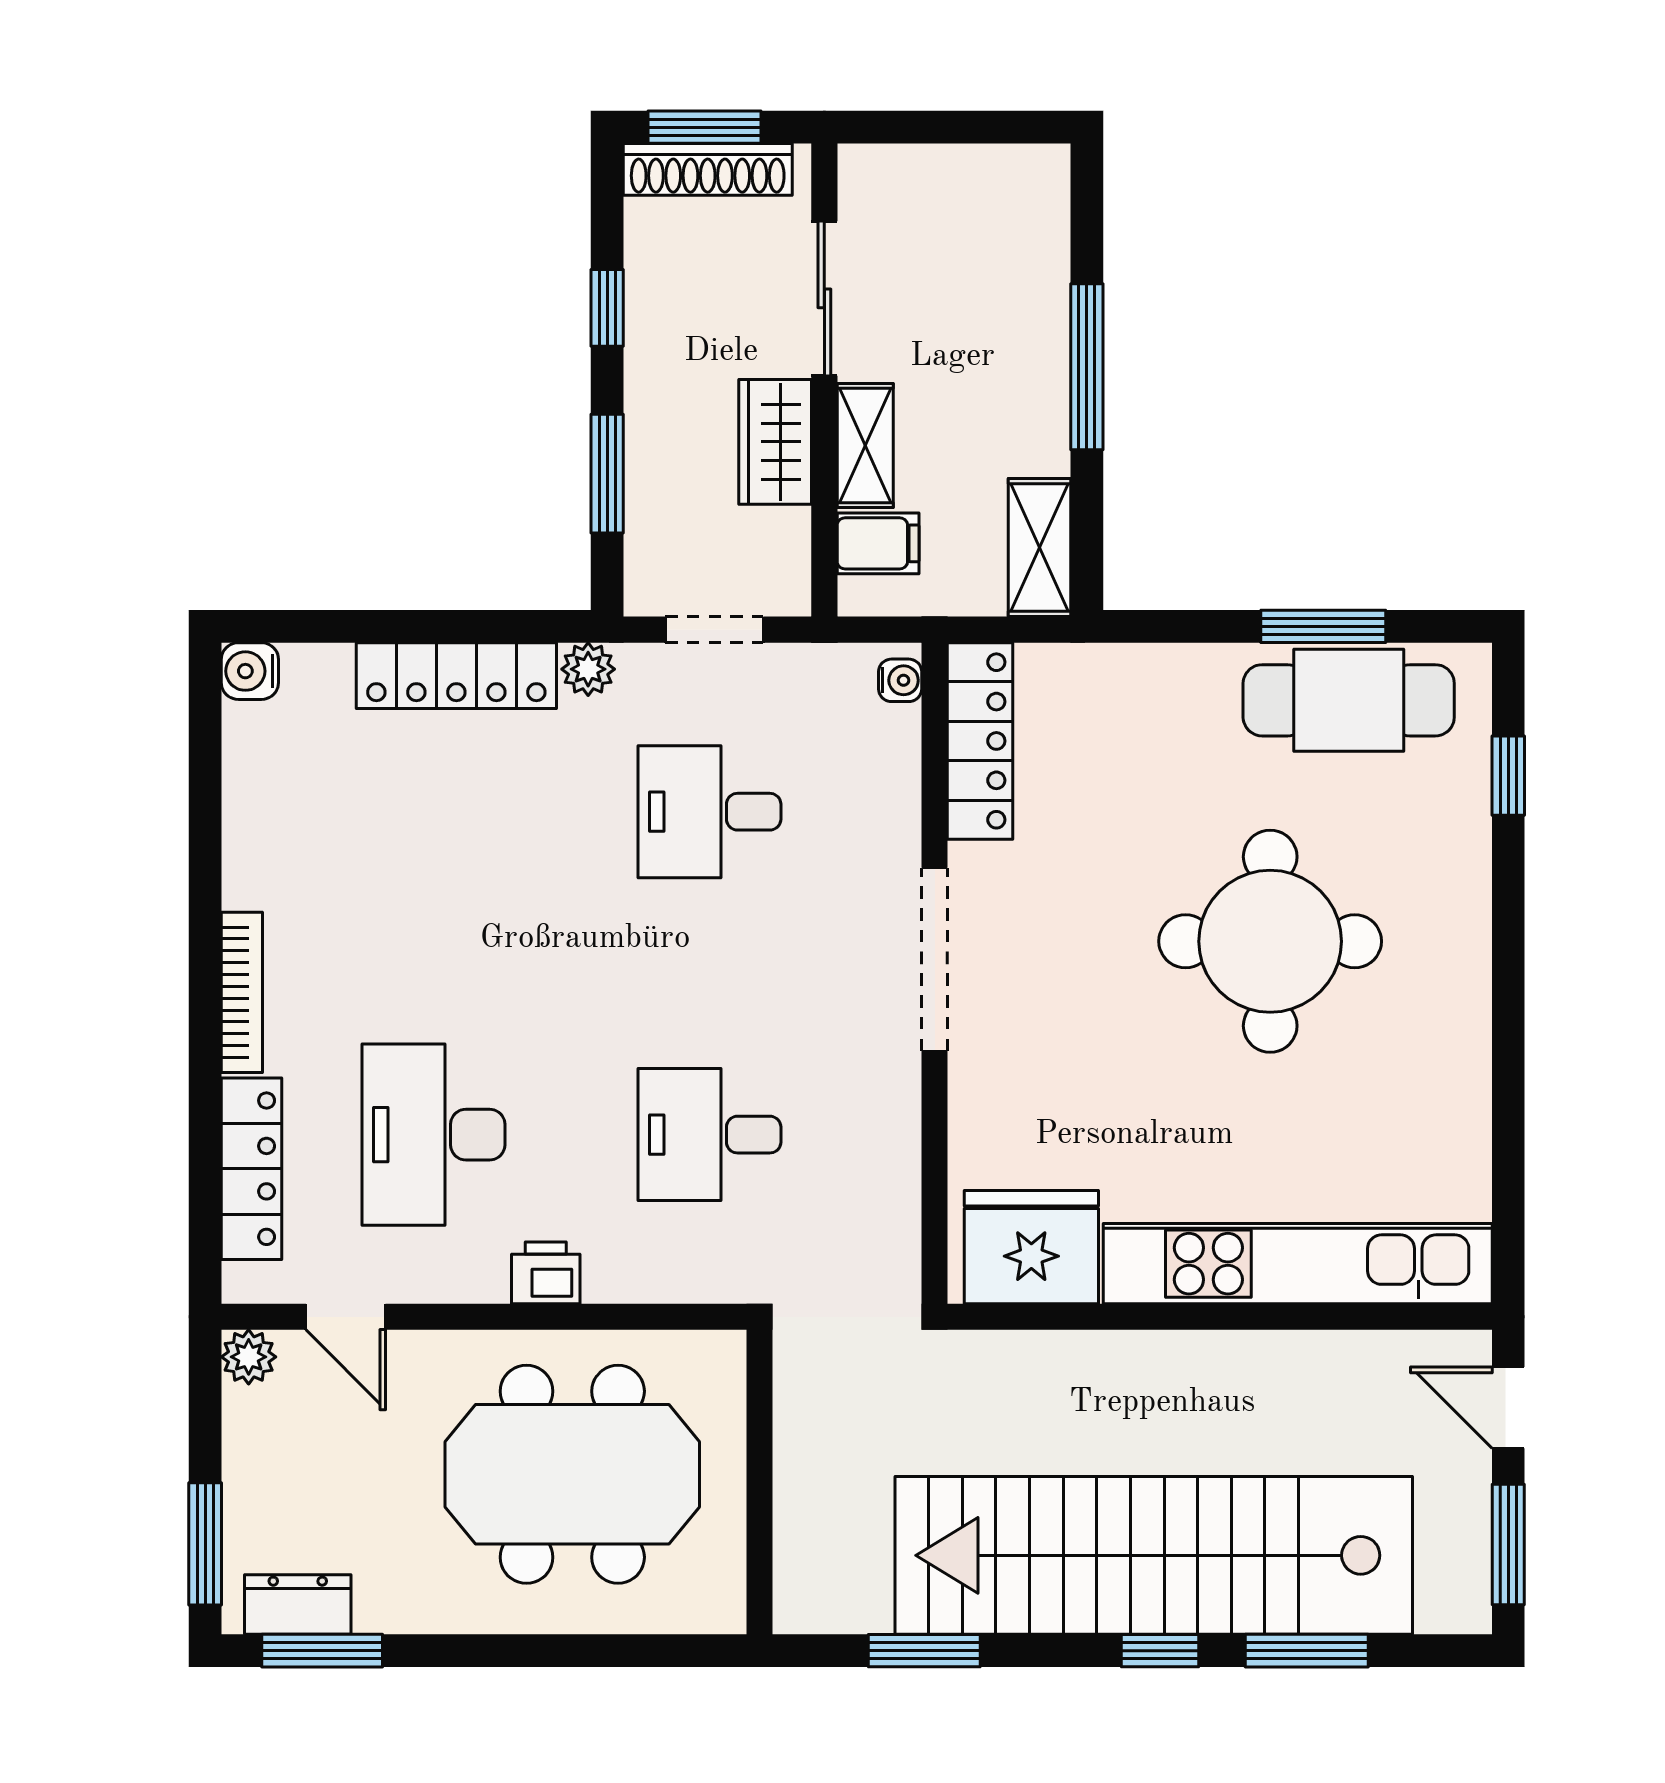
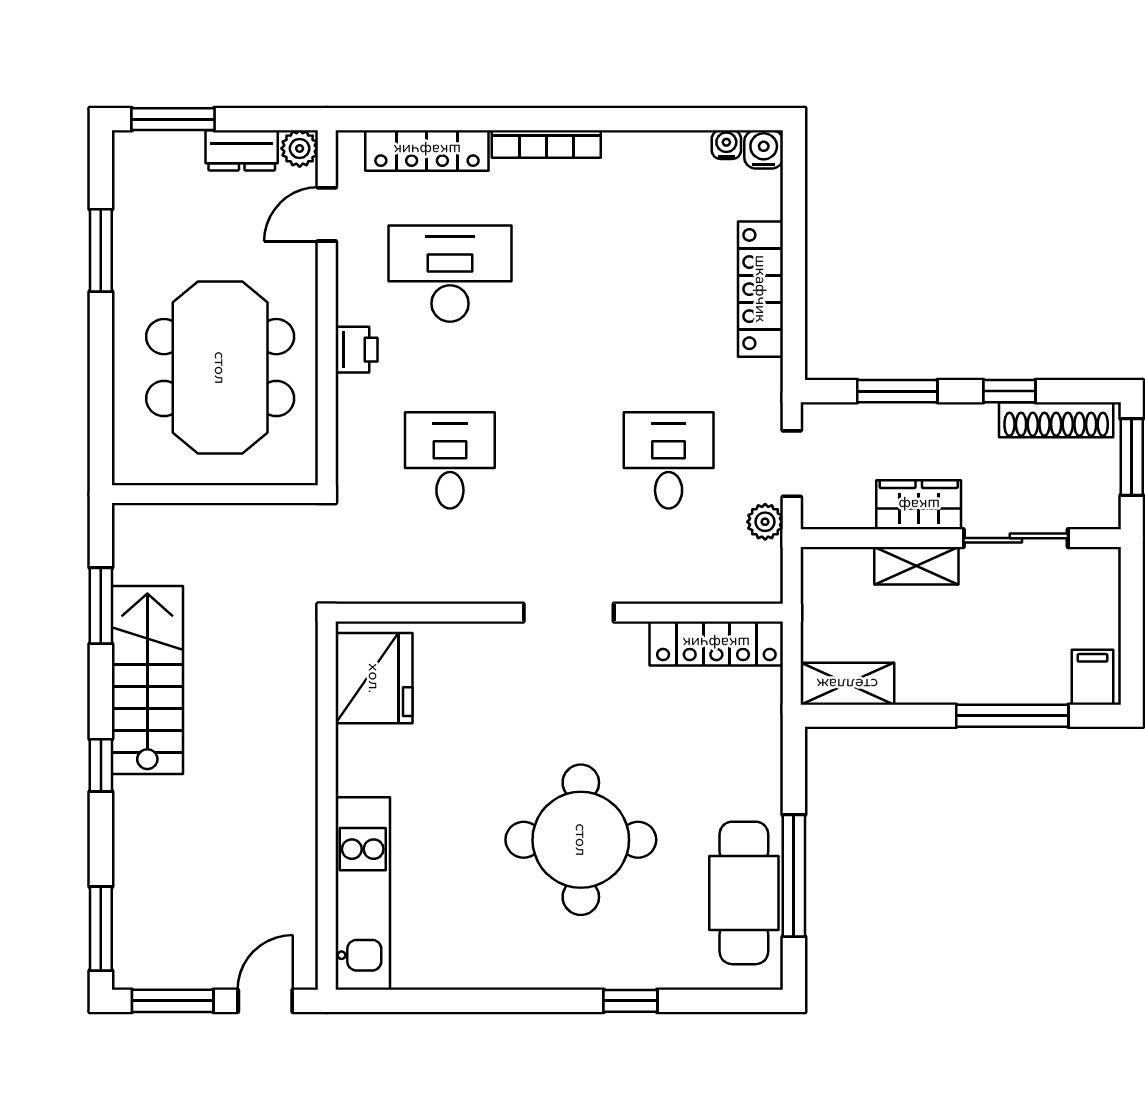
shoe rack: (708, 169) -> (1056, 420), moved, turned -90
window: (1087, 367) -> (1012, 716), moved
filing cabinet: (878, 543) -> (1092, 677), moved, turned 180
window: (1323, 626) -> (794, 876), width x1.44
plant: (588, 669) -> (765, 522), moved
water cooler: (900, 680) -> (726, 145), moved, turned 180
window: (1508, 776) -> (630, 1001), moved
doorway: (935, 959) -> (569, 613), width x0.73
kitchen unit: (1298, 1264) -> (363, 894), width x0.73
stairs: (1154, 1555) -> (147, 680), width x0.54, depth x0.66
dresser: (298, 1605) -> (242, 150), moved, turned 90
window: (322, 1651) -> (101, 250), moved
window: (1307, 1651) -> (101, 929), moved

